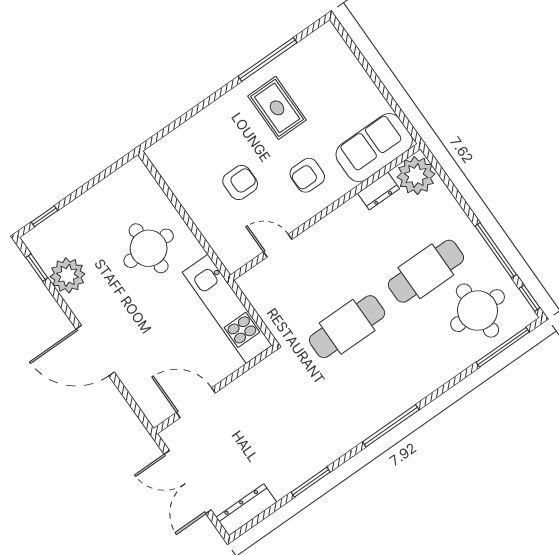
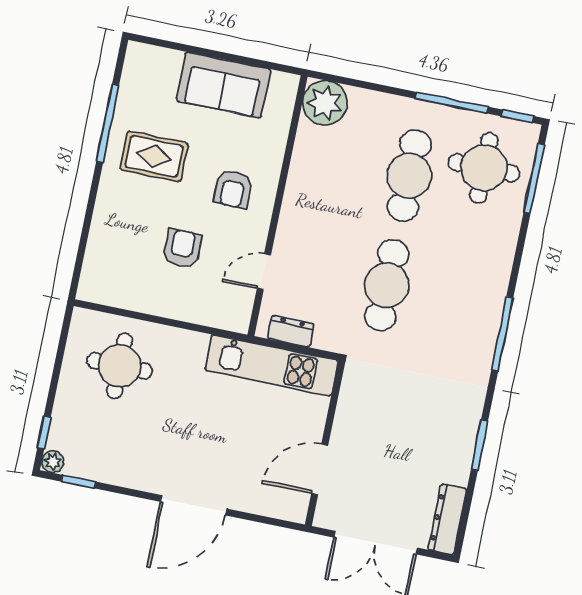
sofa: (374, 148) -> (224, 85), moved, turned -90
dresser: (378, 191) -> (291, 331), moved, turned -90
round table: (149, 248) -> (120, 366), moved
plant: (68, 275) -> (53, 462), moved, width x0.53, depth x0.53

